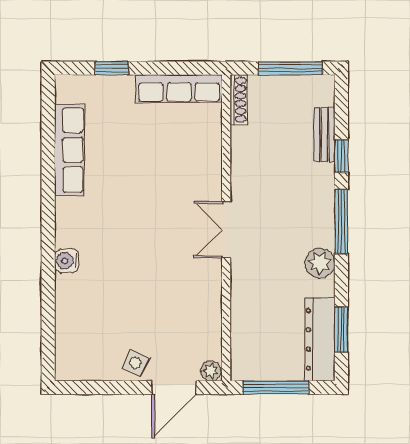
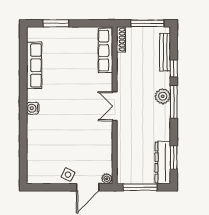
window: (112, 68) -> (56, 23), width x1.50
row of seats: (179, 89) -> (105, 51), moved, turned 90
bench: (324, 135) -> (165, 52), width x1.36
water cooler: (67, 261) -> (33, 108), moved
plant: (320, 263) -> (163, 96), moved

